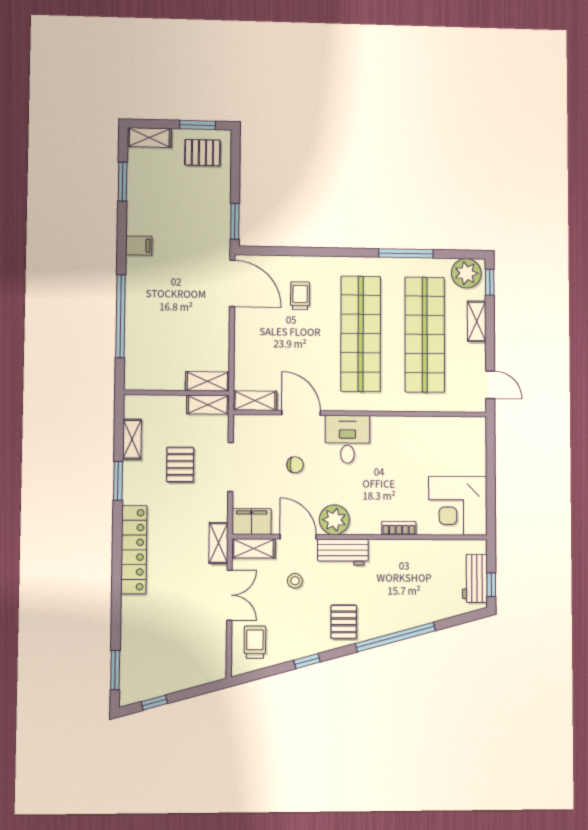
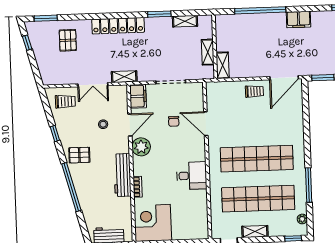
filing cabinet: (139, 246) -> (298, 19), width x2.00
plant: (466, 273) -> (302, 219), width x0.53, depth x0.53
trolley: (300, 296) -> (254, 91), moved
shelving: (477, 321) -> (255, 231), moved
shelving: (255, 401) -> (212, 95), removed
shelving: (208, 405) -> (208, 52), moved
door: (301, 413) -> (206, 124), swing flipped
desk: (347, 439) -> (192, 176), moved
pallet: (180, 465) -> (68, 40), moved, turned 90
shelving: (253, 548) -> (122, 98), removed
workbench: (343, 552) -> (122, 175), moved, width x1.37

